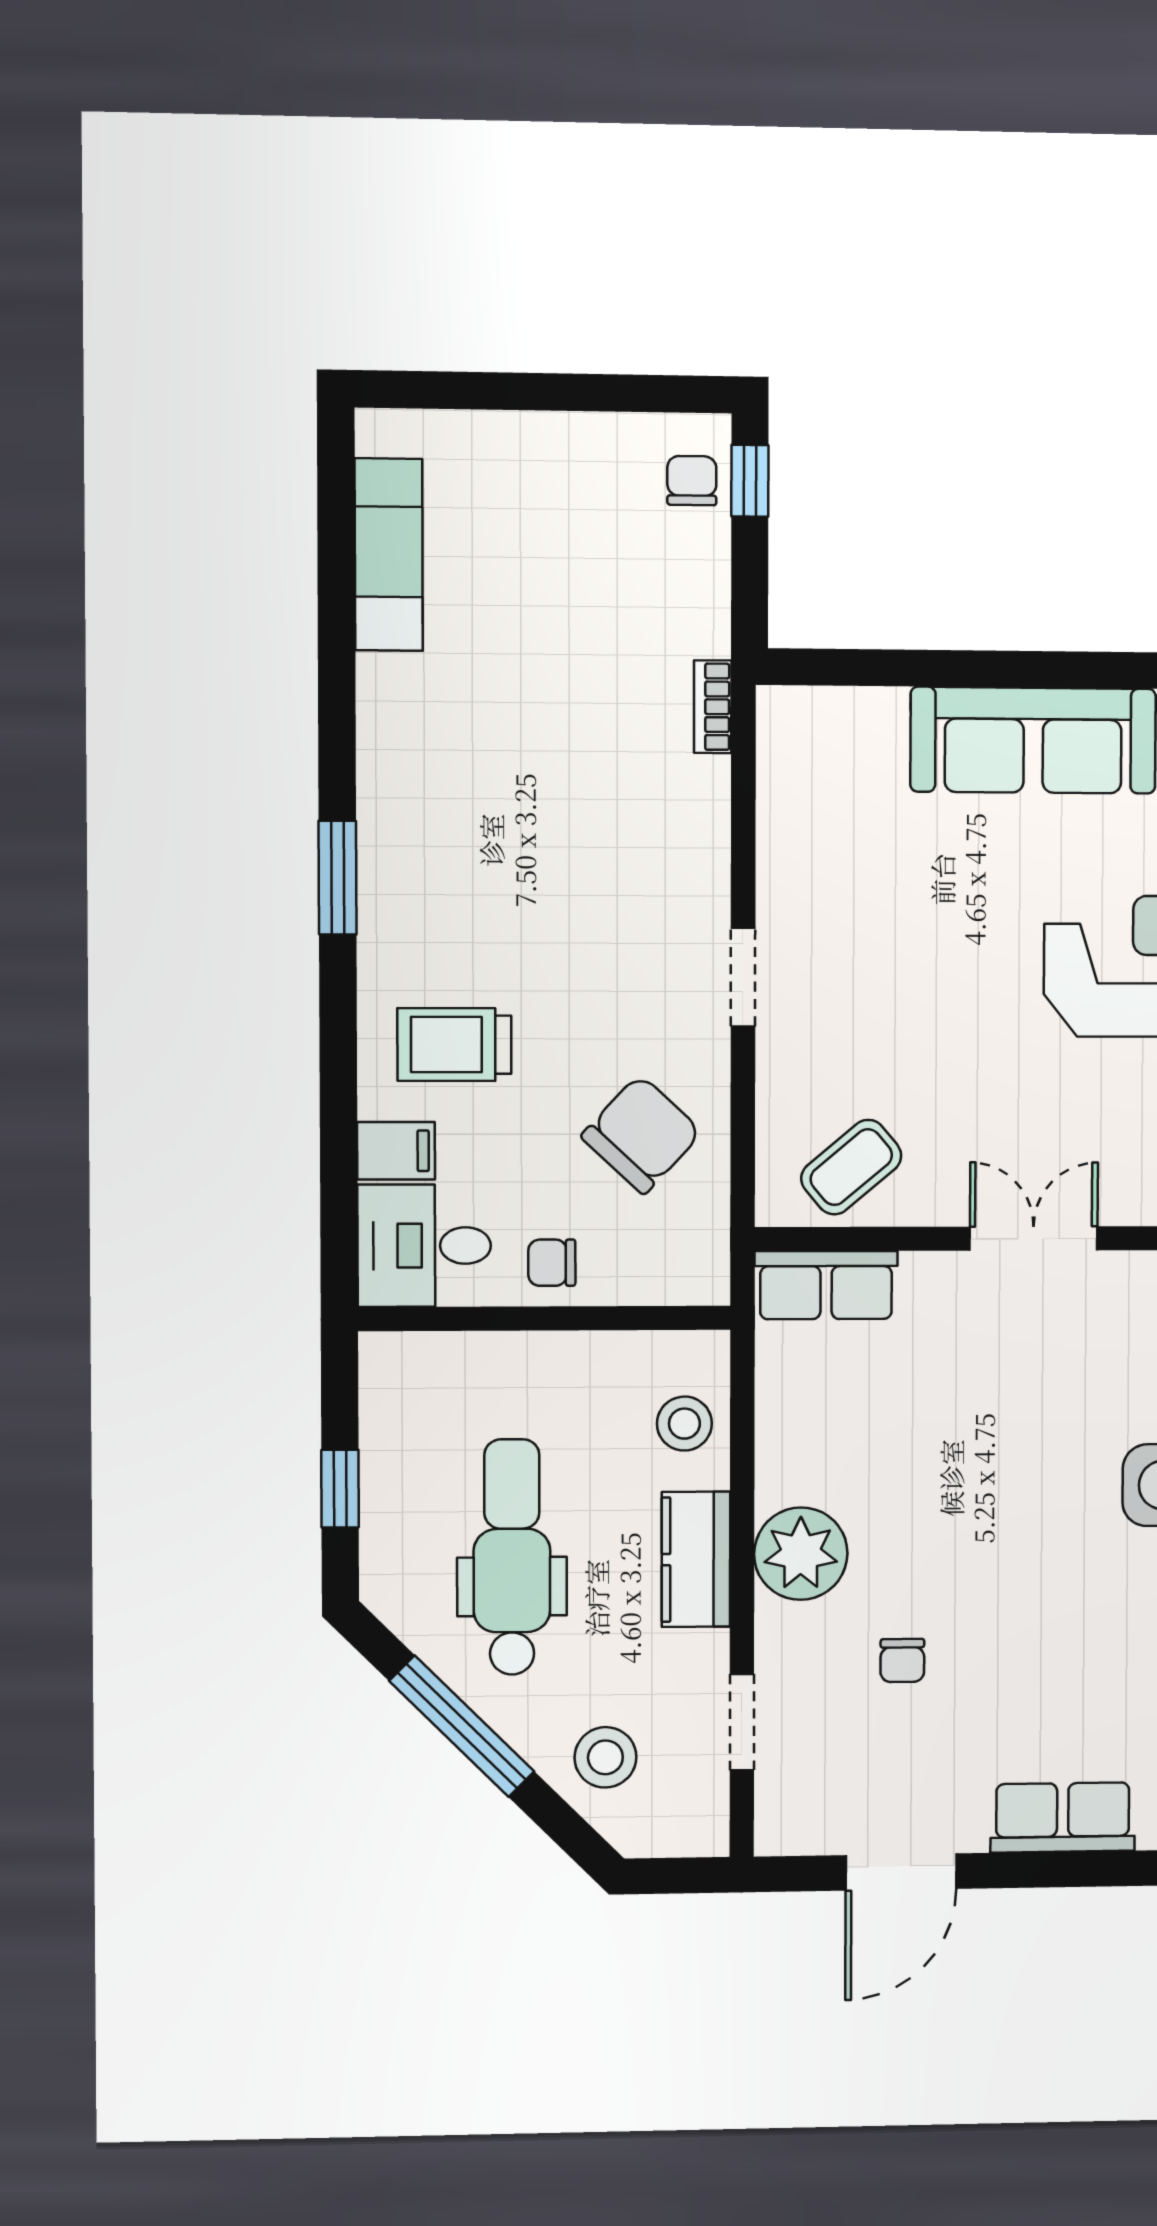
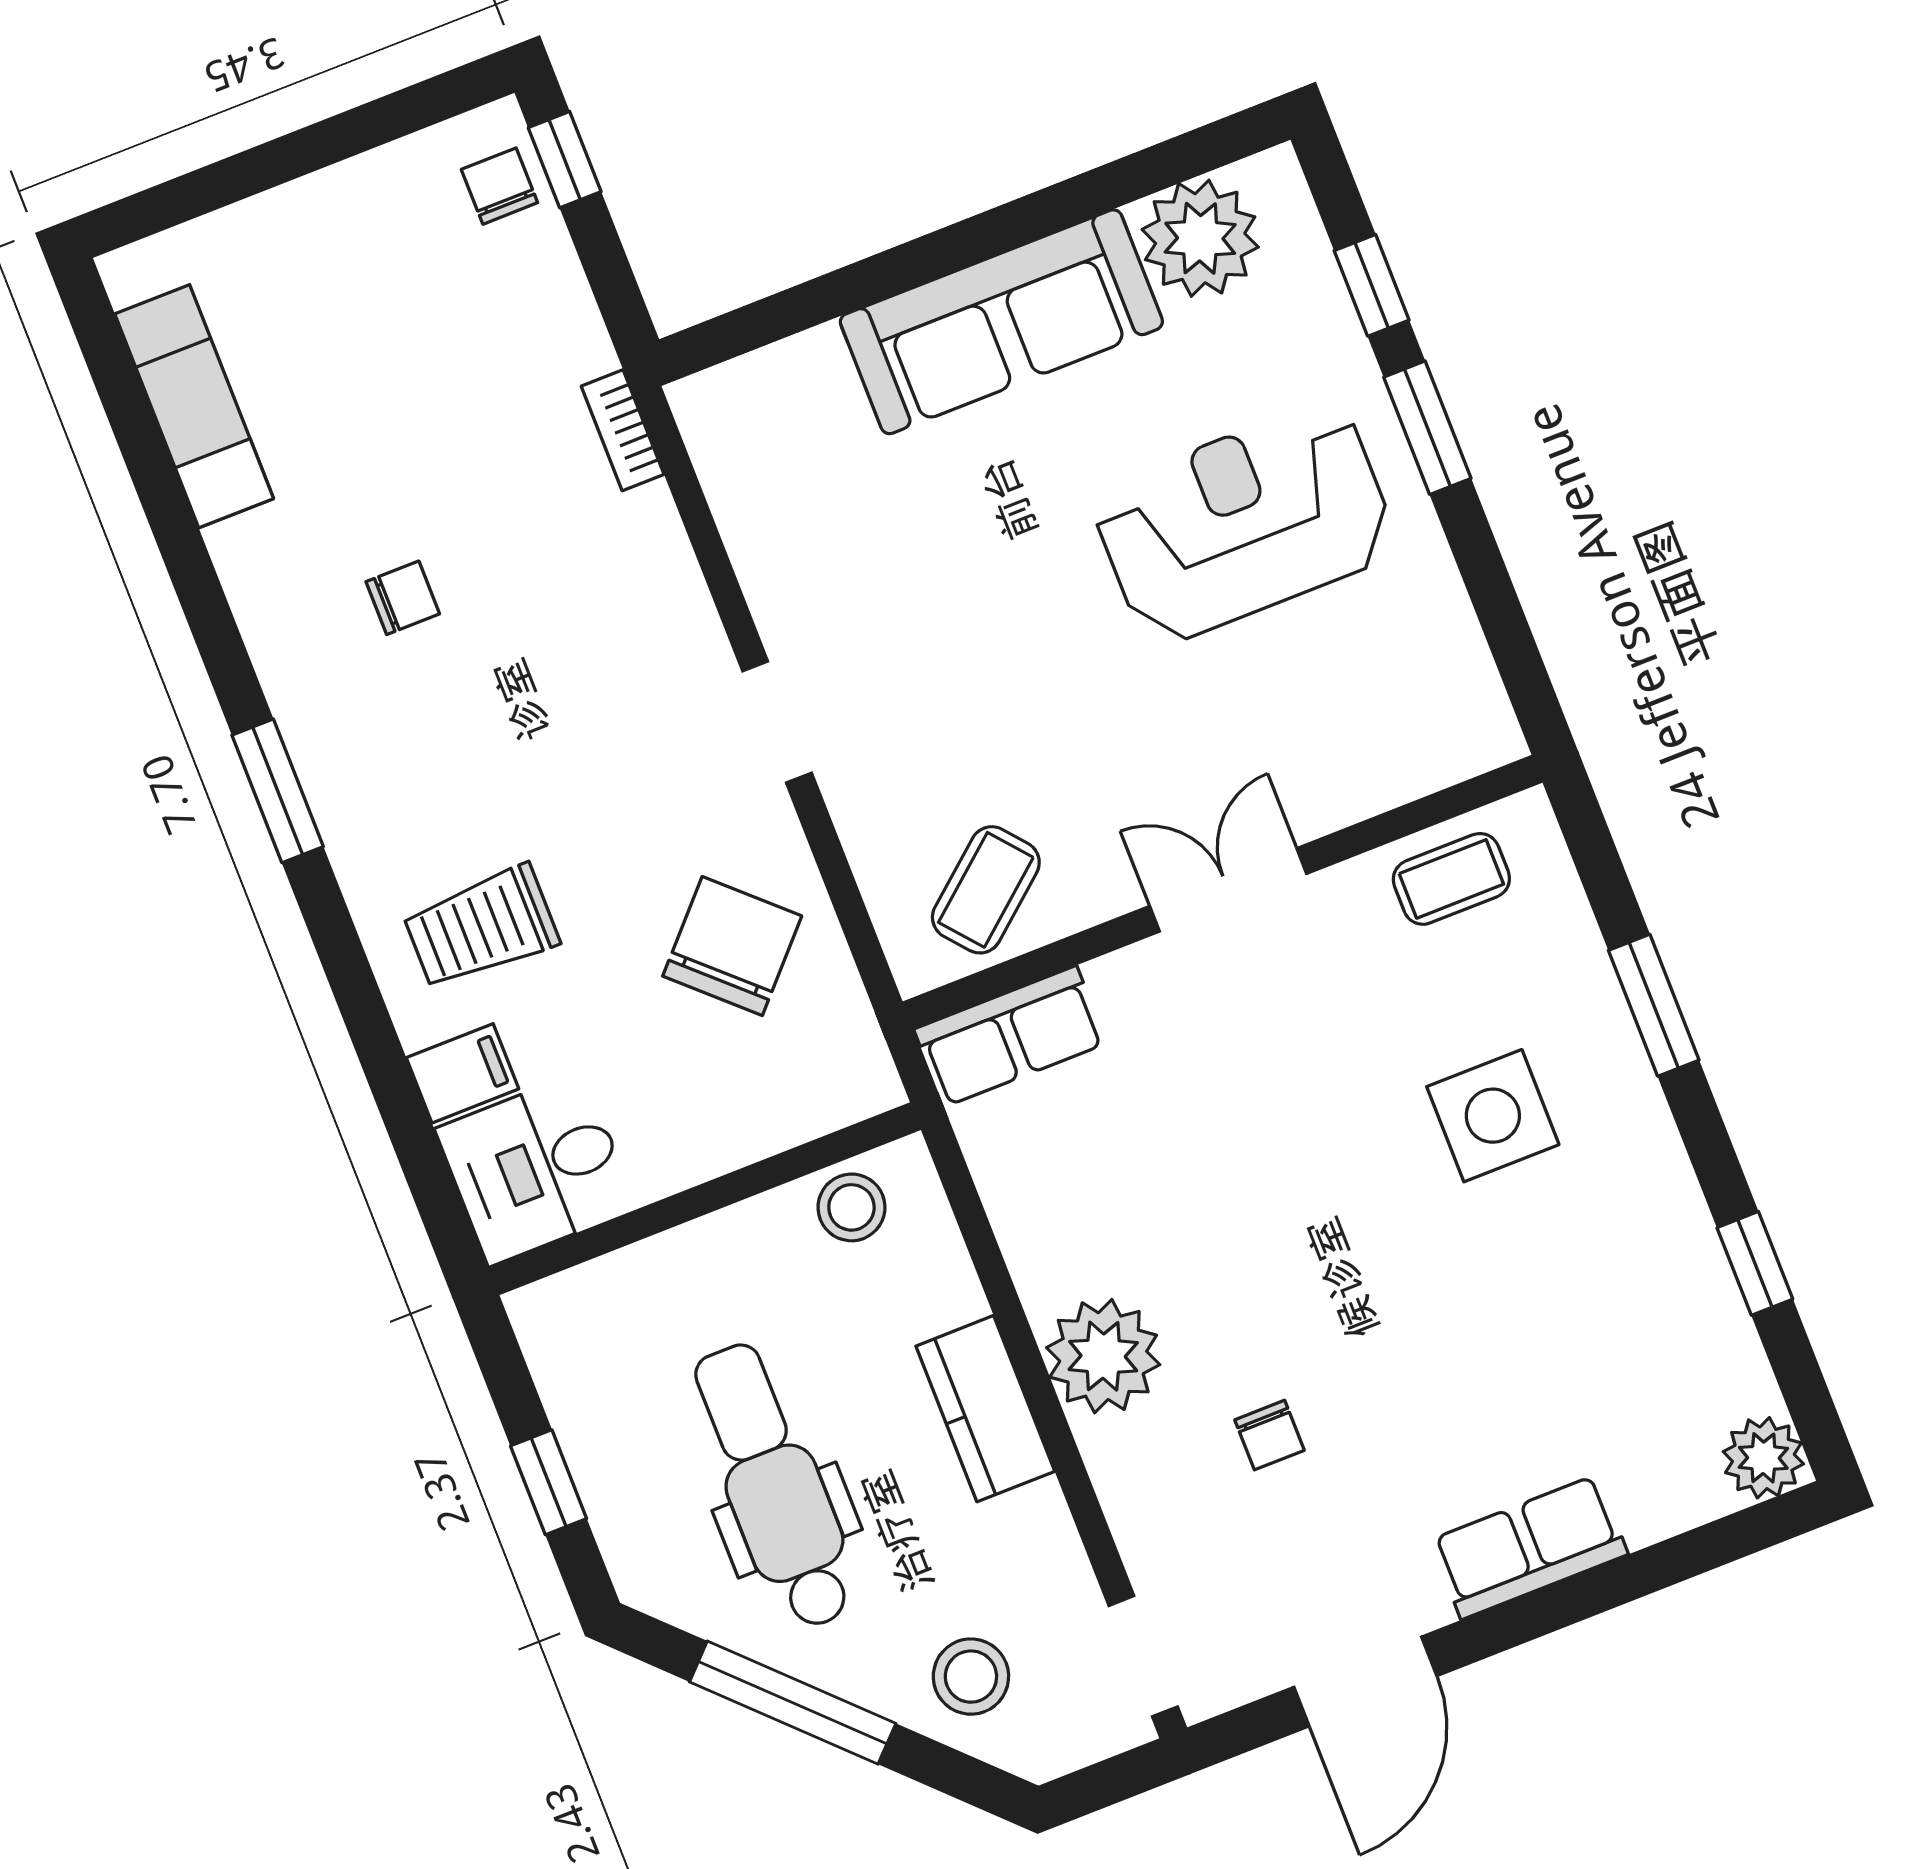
chair: (552, 1263) -> (403, 598), moved, turned 180
stool: (684, 1424) -> (851, 1207), moved
doorway: (742, 1722) -> (1143, 1656), moved

